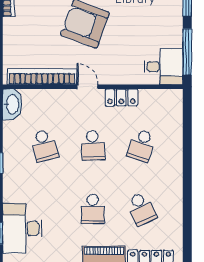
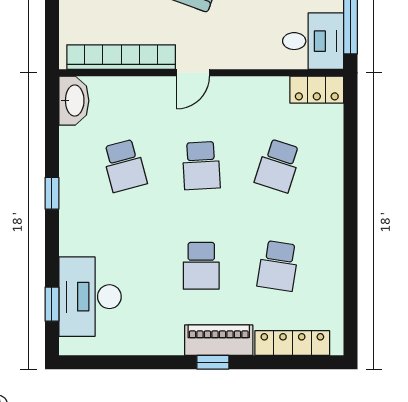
door: (88, 87) -> (193, 73), swing flipped
locker: (121, 97) -> (317, 90), moved
school desk: (141, 209) -> (278, 266), turned 33

